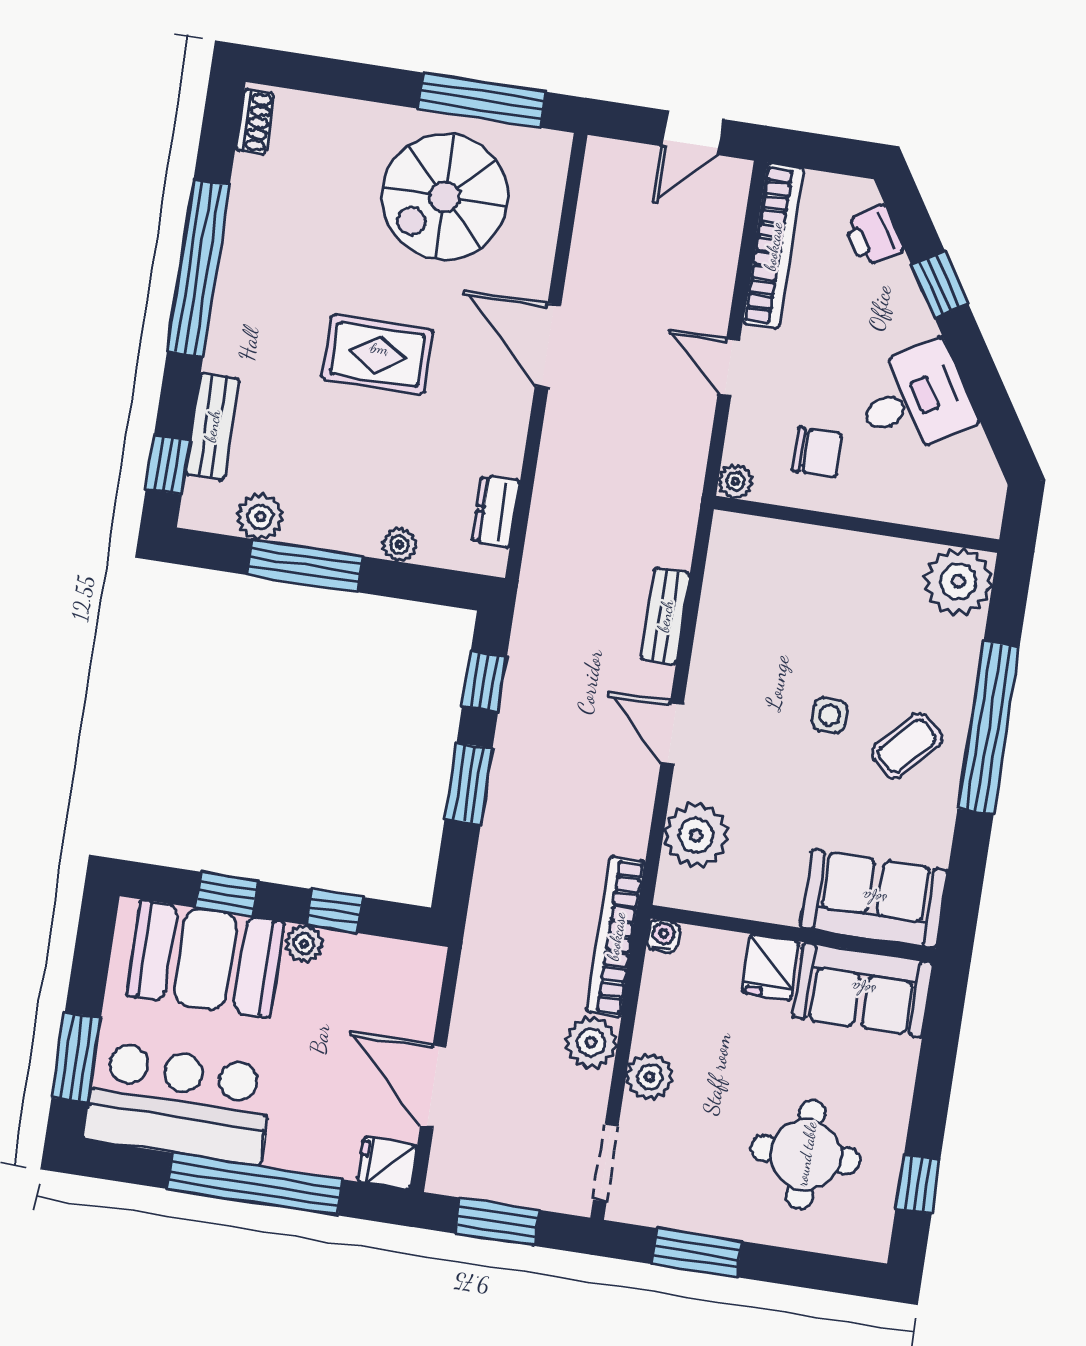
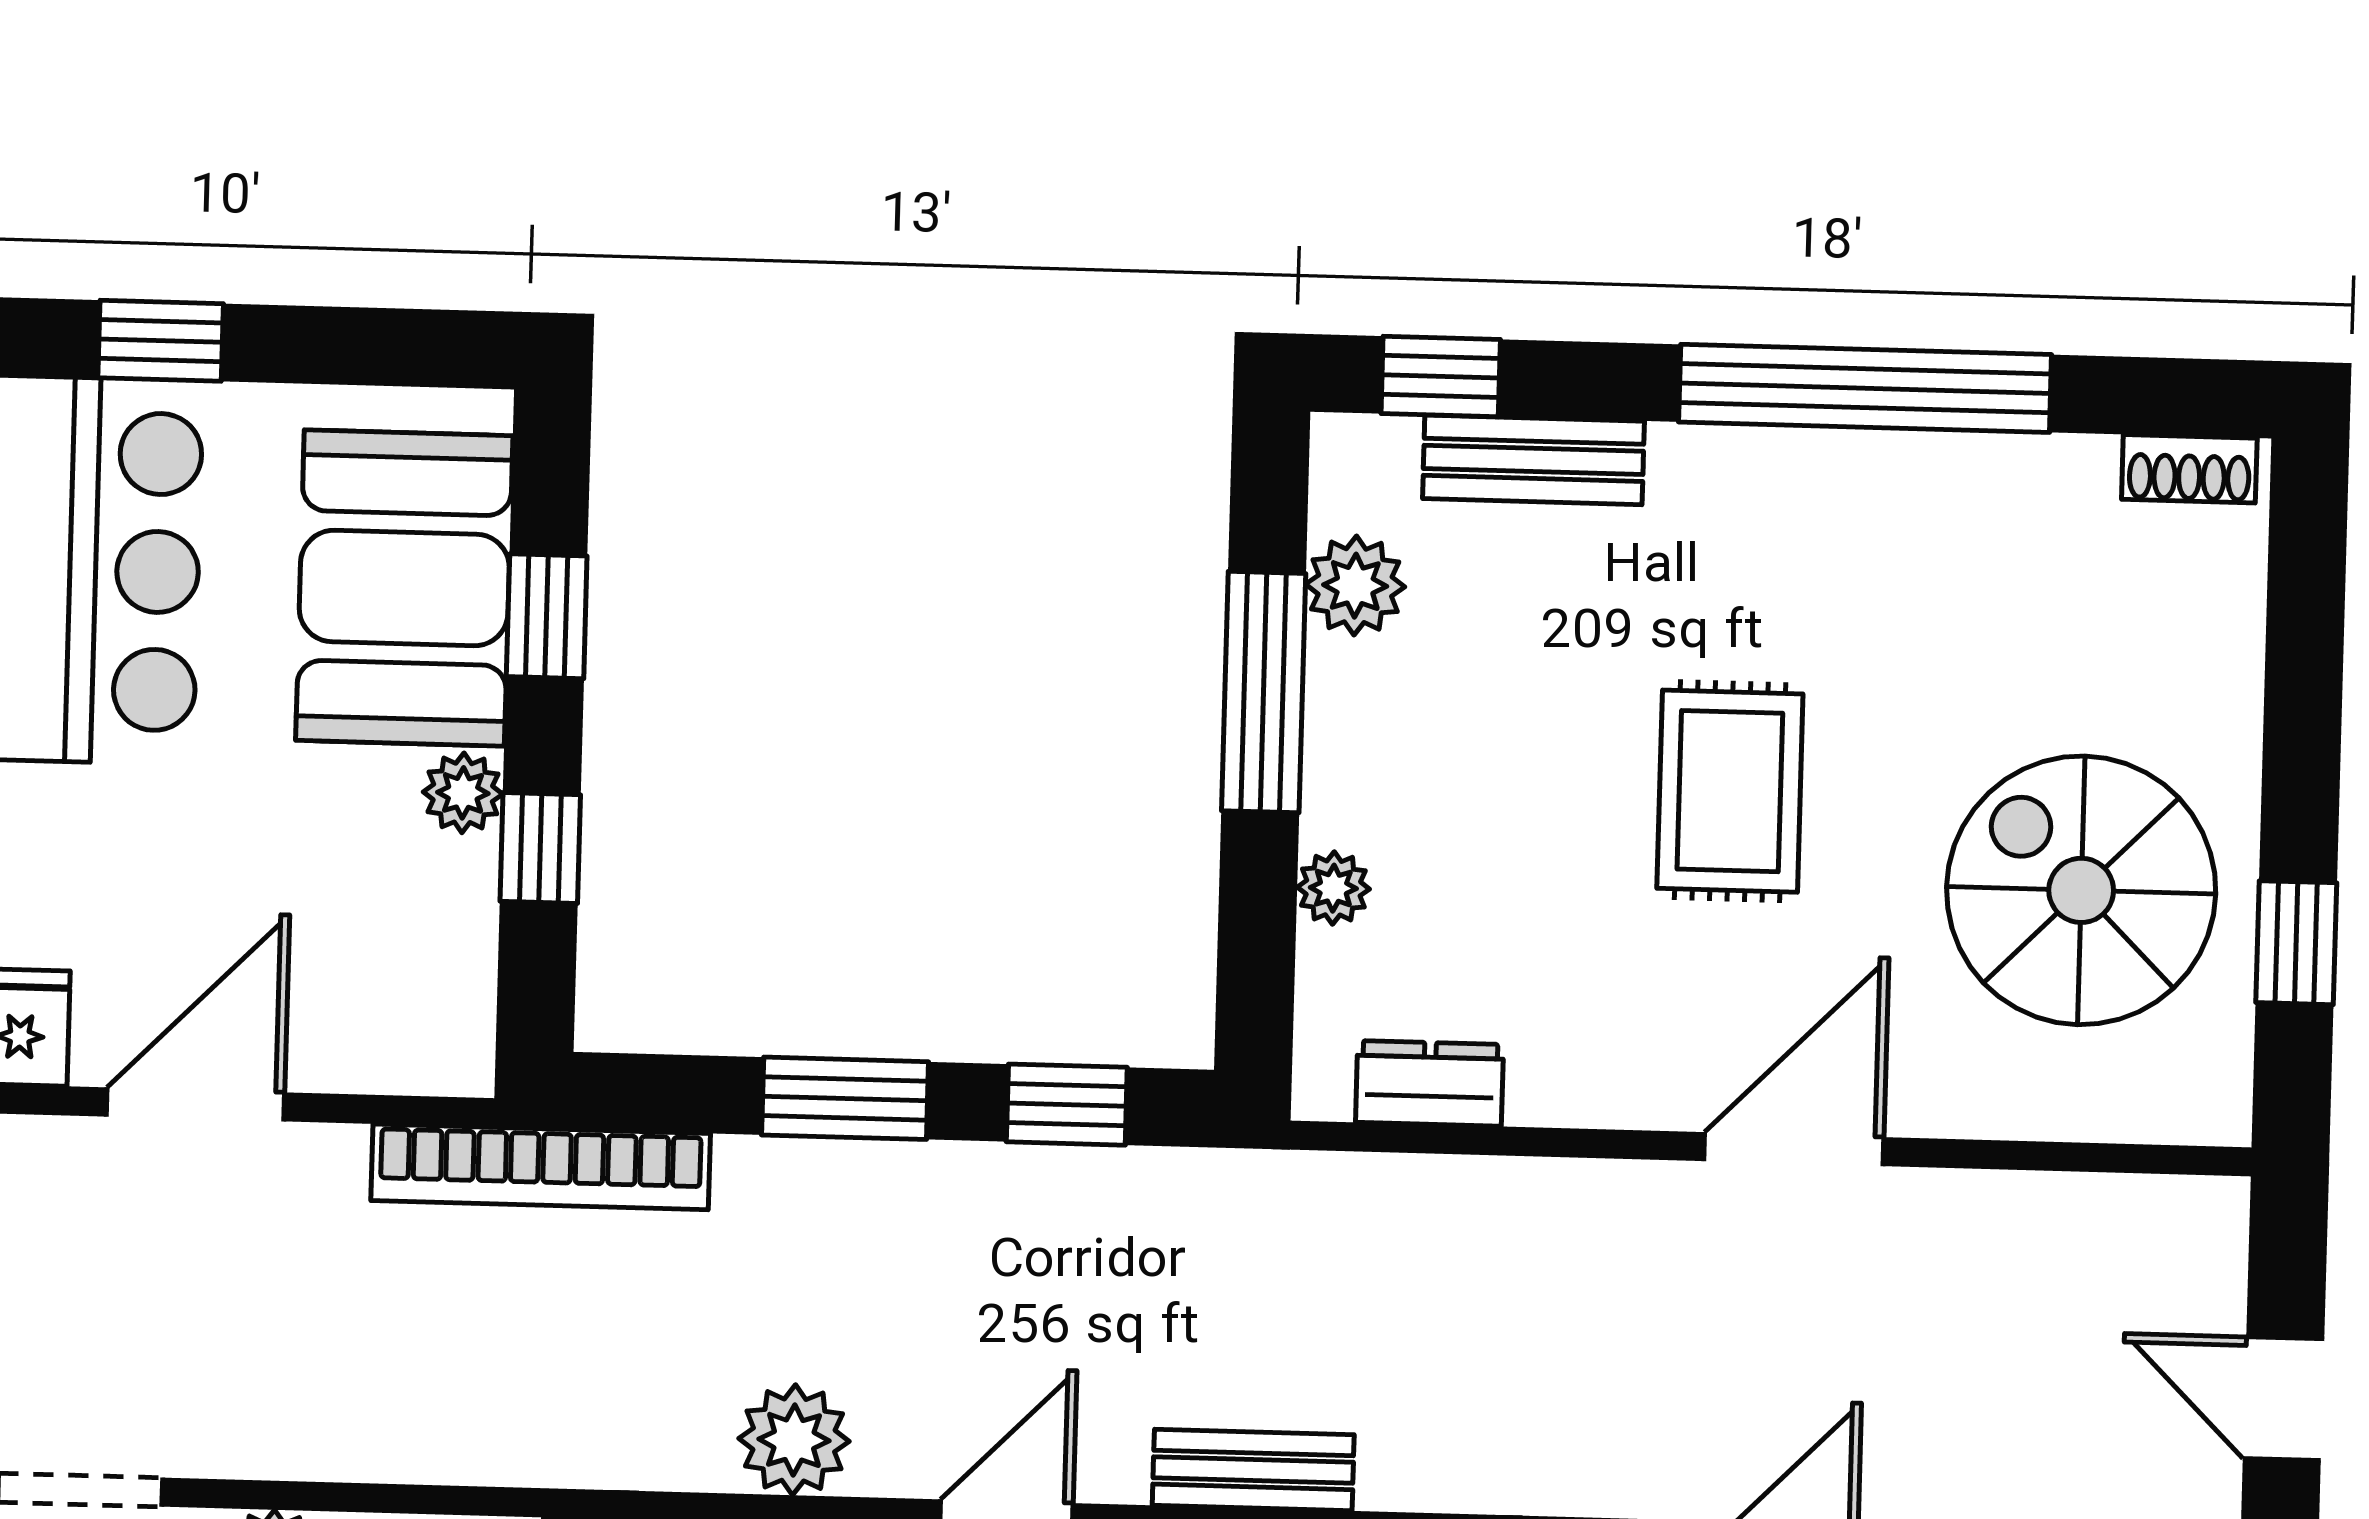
window: (481, 100) -> (2296, 943), width x0.46
bookcase: (616, 936) -> (541, 1167), moved, turned 180
plant: (591, 1042) -> (794, 1440), moved
window: (76, 1058) -> (161, 341), width x0.67

